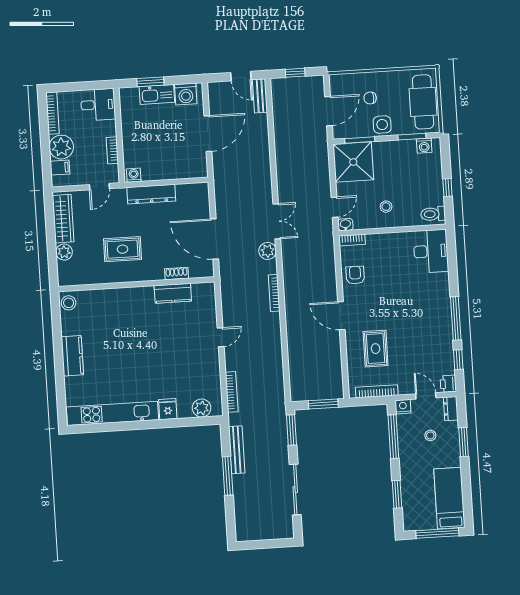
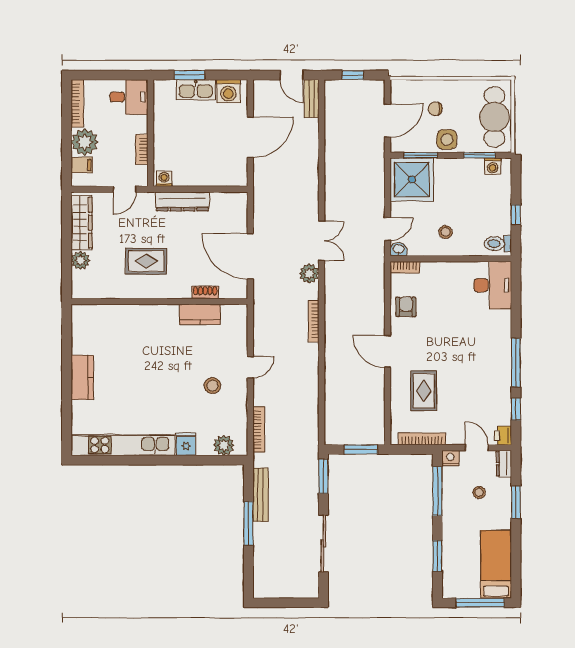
stool: (69, 303) -> (212, 386), moved

